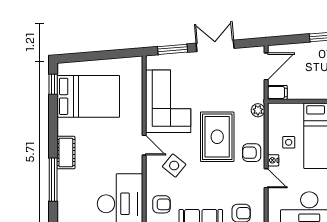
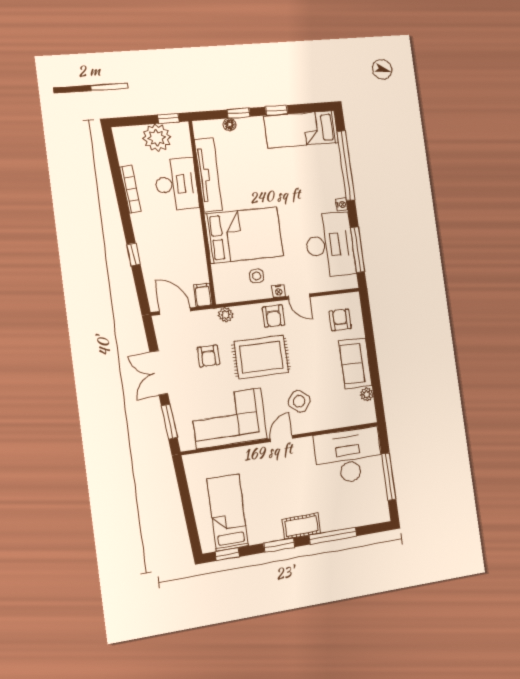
bed: (88, 96) -> (228, 512), width x0.67
window: (53, 130) -> (279, 545), added
door: (266, 178) -> (299, 297), swing flipped
armchair: (161, 204) -> (208, 356), moved, turned 180

